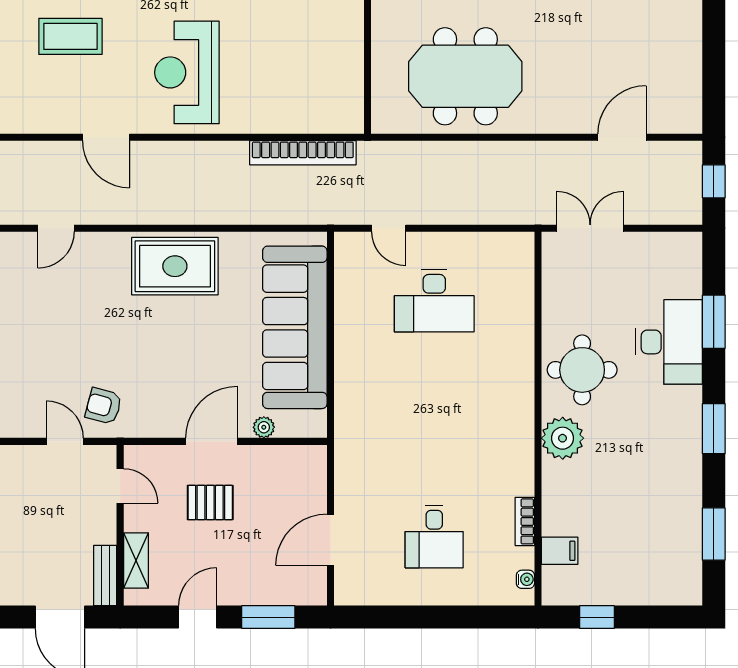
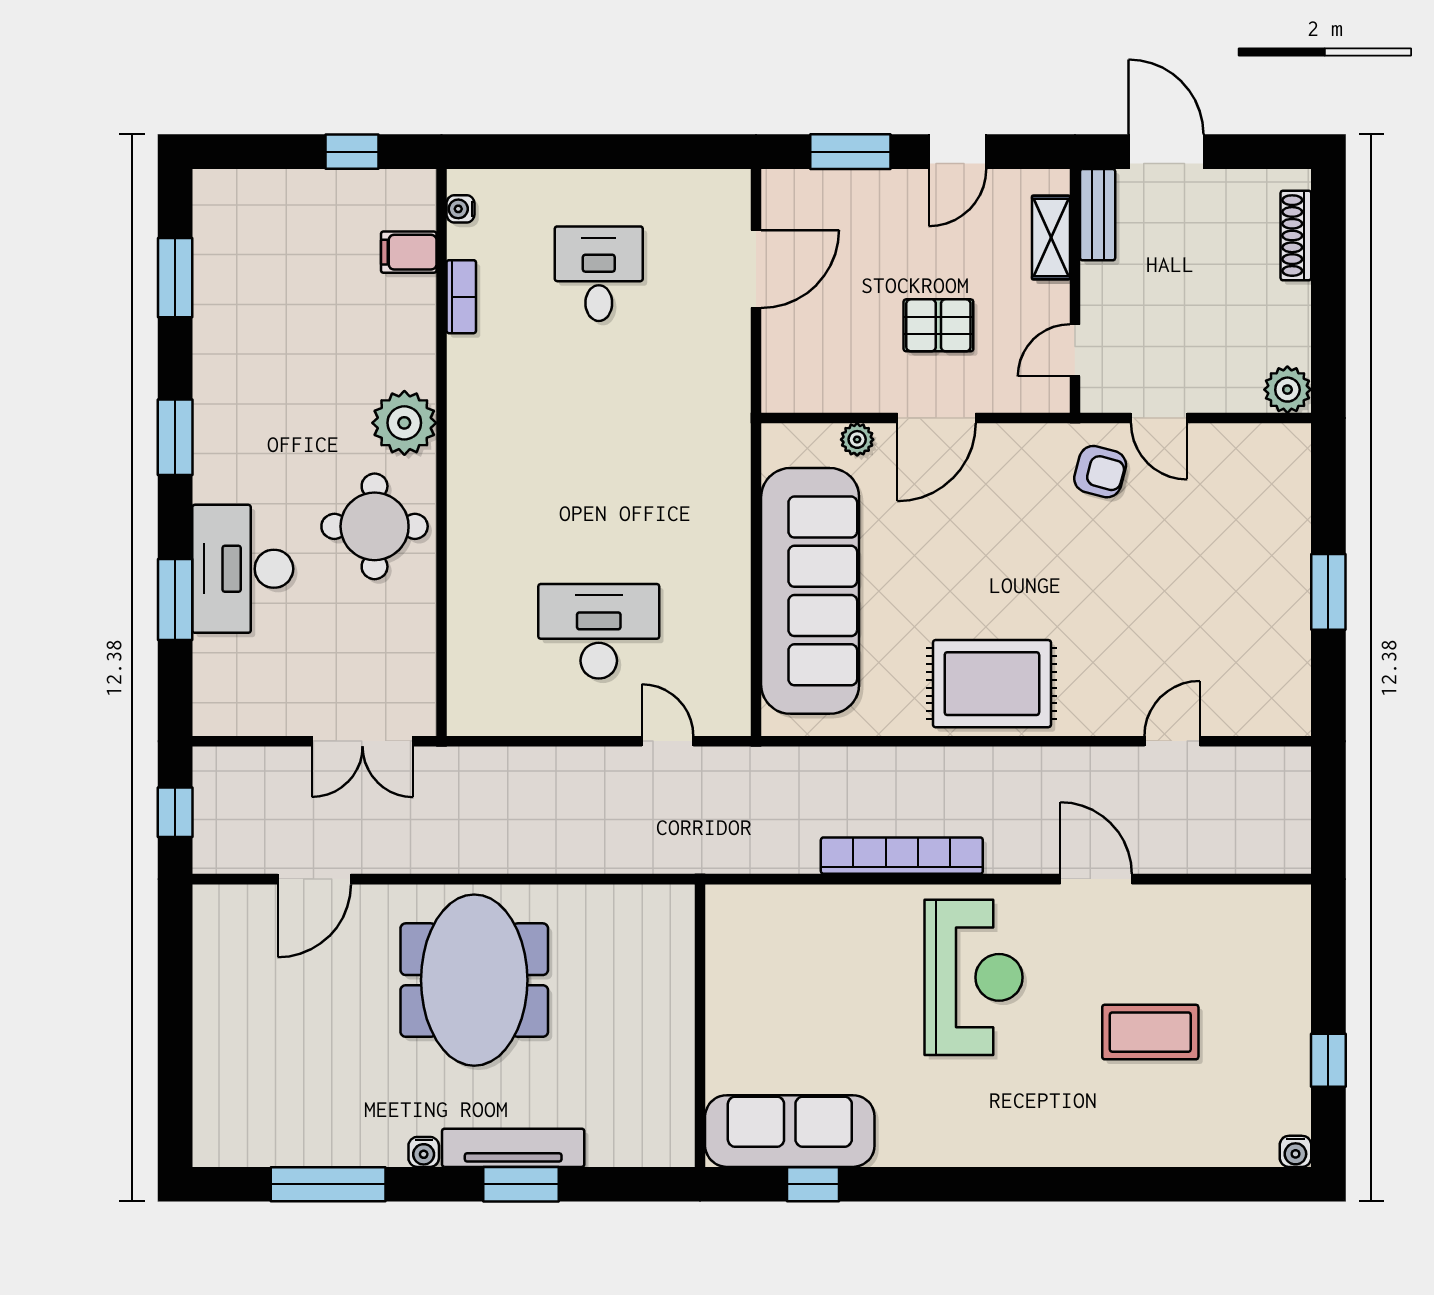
meeting table: (465, 76) -> (474, 980), moved, turned 90
bookcase: (303, 153) -> (902, 856), moved
door: (120, 486) -> (1075, 350), hinge flipped

